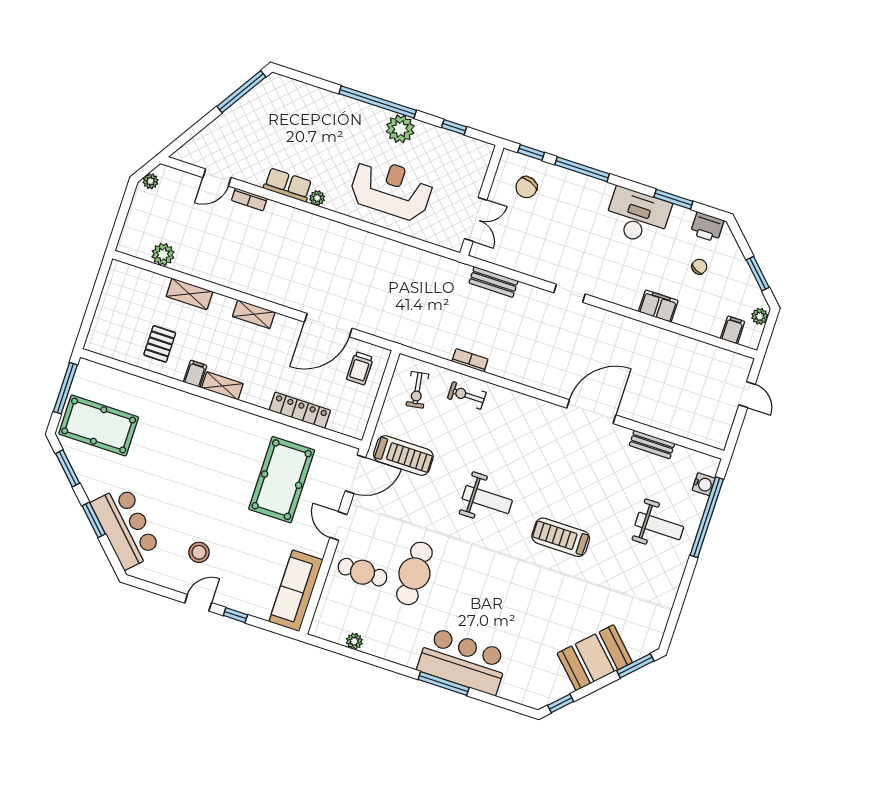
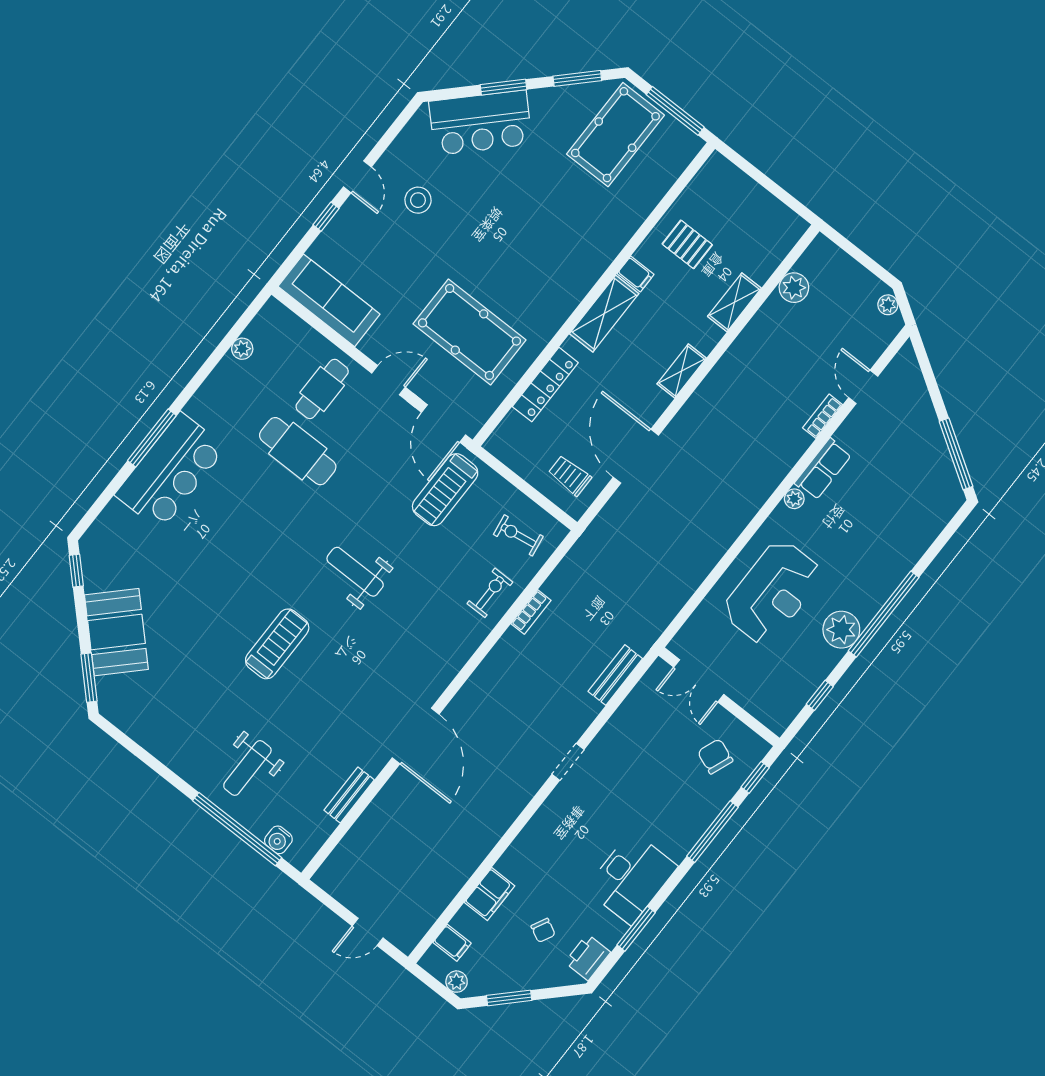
filing cabinet: (658, 306) -> (490, 894), moved
shelving: (222, 386) -> (604, 314), width x1.50, depth x1.33
weight bench: (487, 499) -> (355, 572), turned 90

